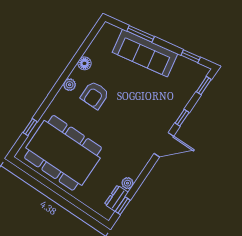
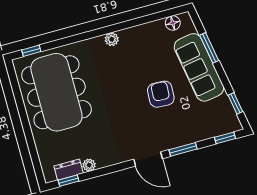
floor lamp: (84, 63) -> (173, 23), moved
armchair: (95, 95) -> (161, 94), moved, turned 93
window: (182, 118) -> (183, 149), width x1.50
window: (30, 127) -> (31, 51), moved

